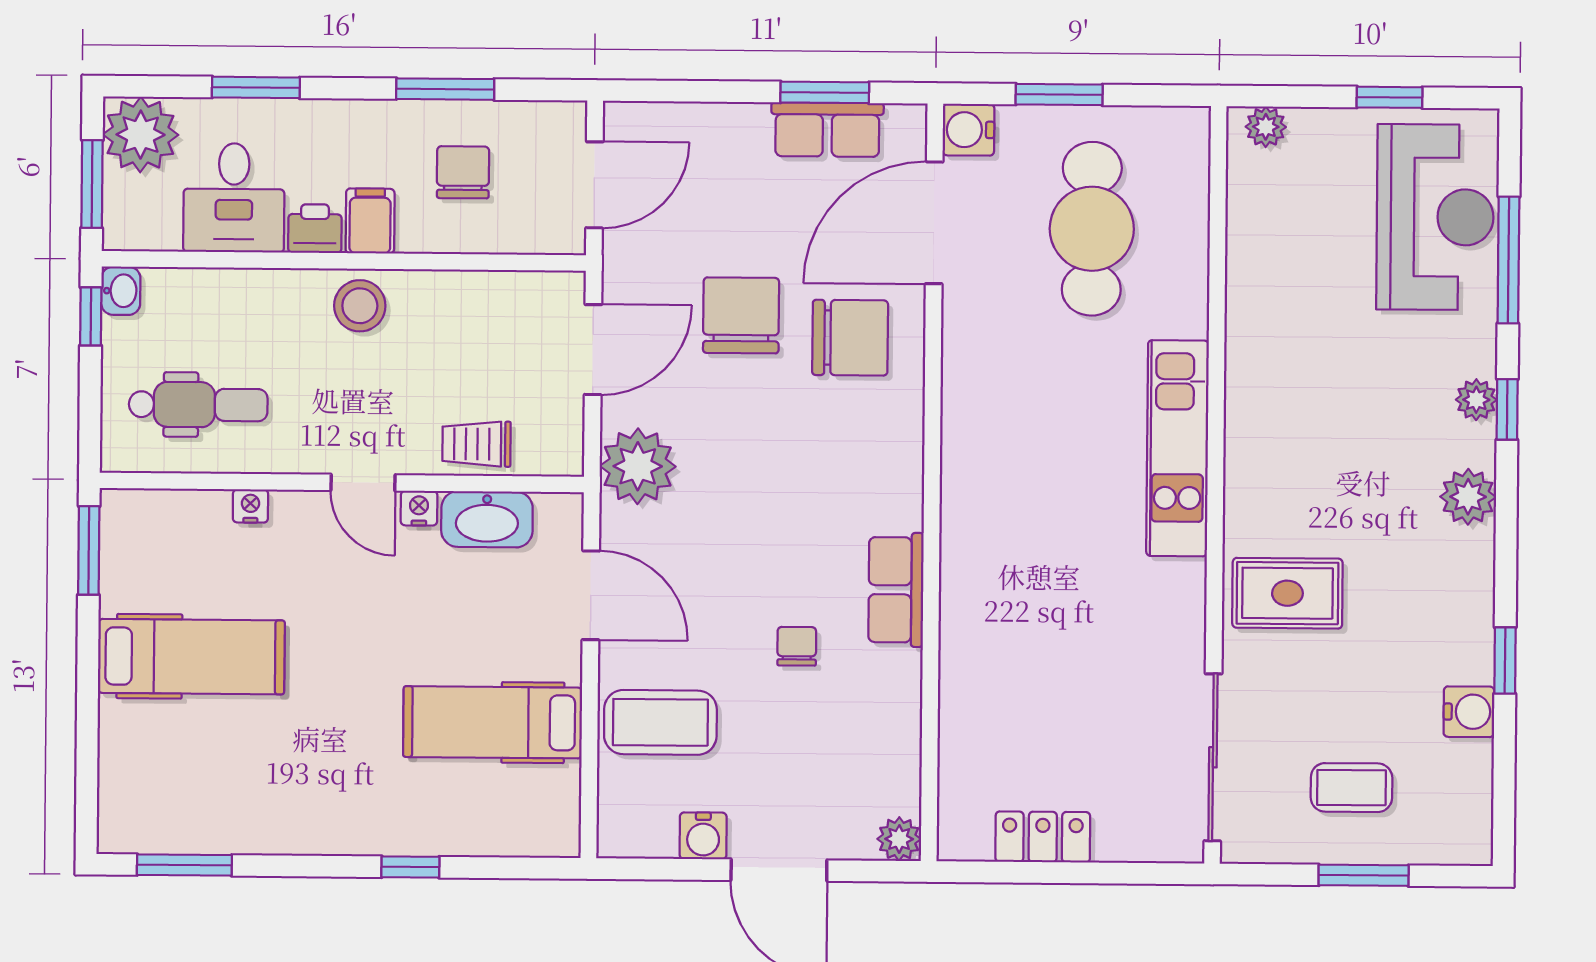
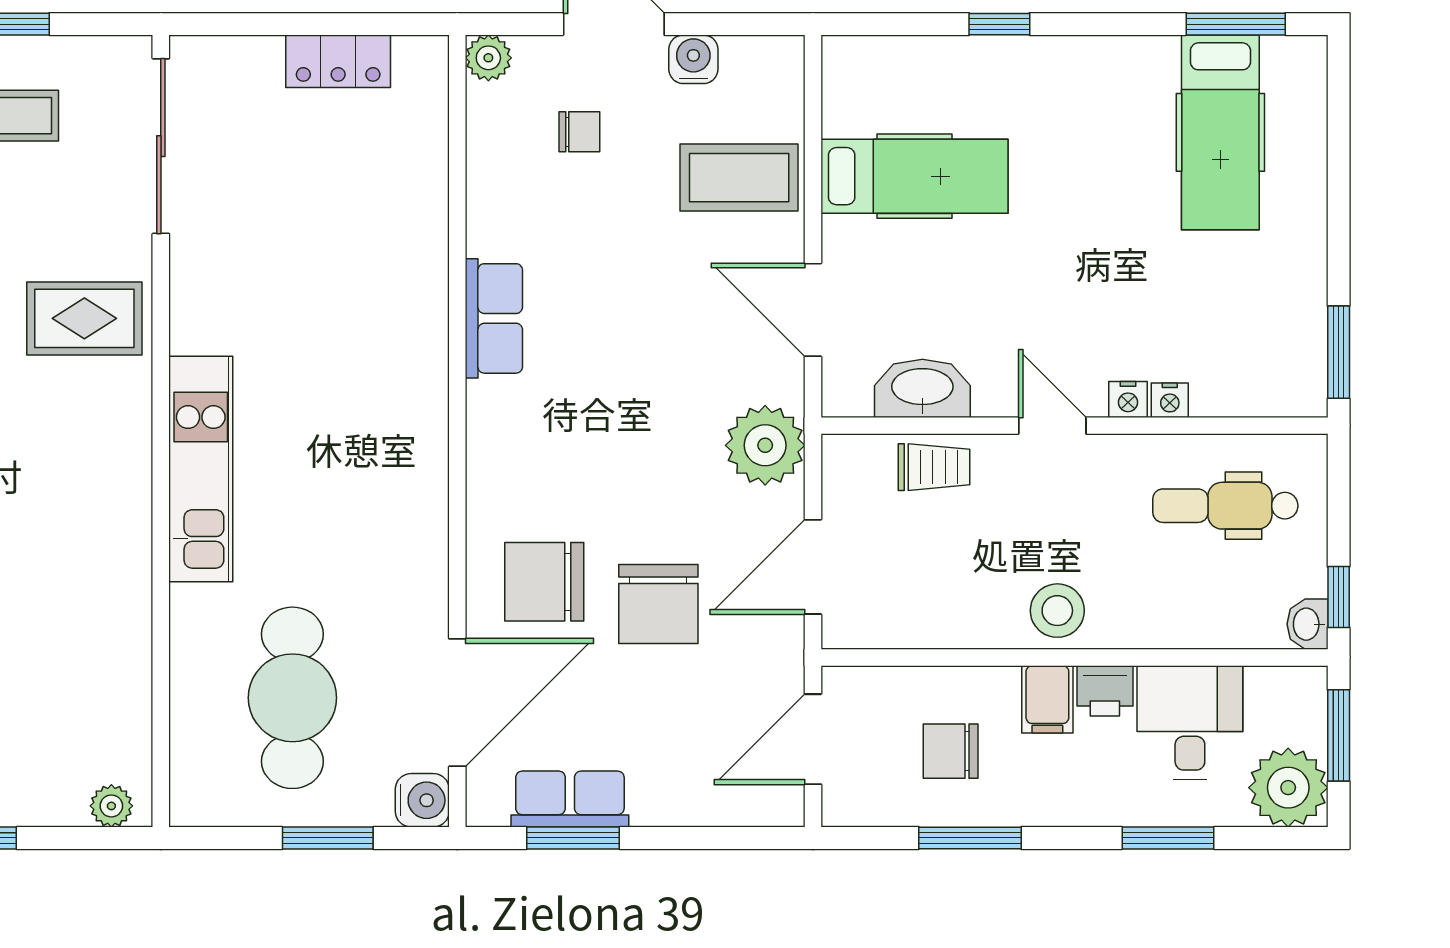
chair: (463, 172) -> (951, 751), turned 90
nightstand: (419, 508) -> (1128, 399), moved
chair: (797, 646) -> (579, 132), moved, turned -90
hospital bed: (191, 657) -> (1220, 132), moved, turned -90

